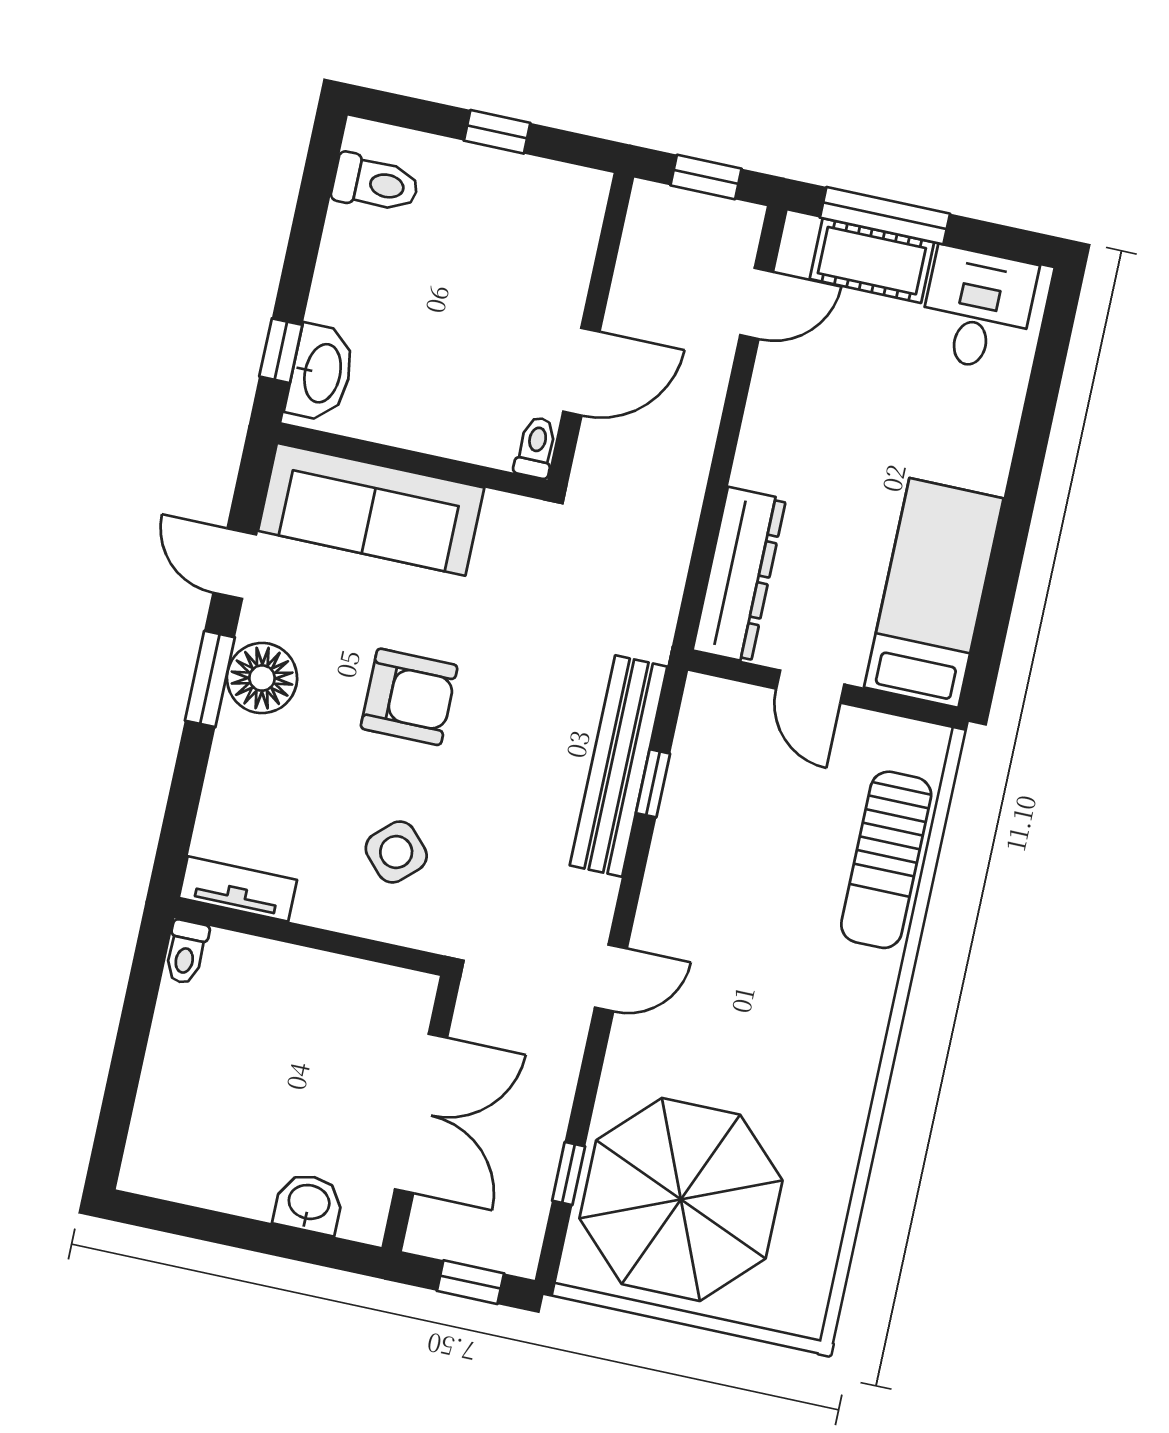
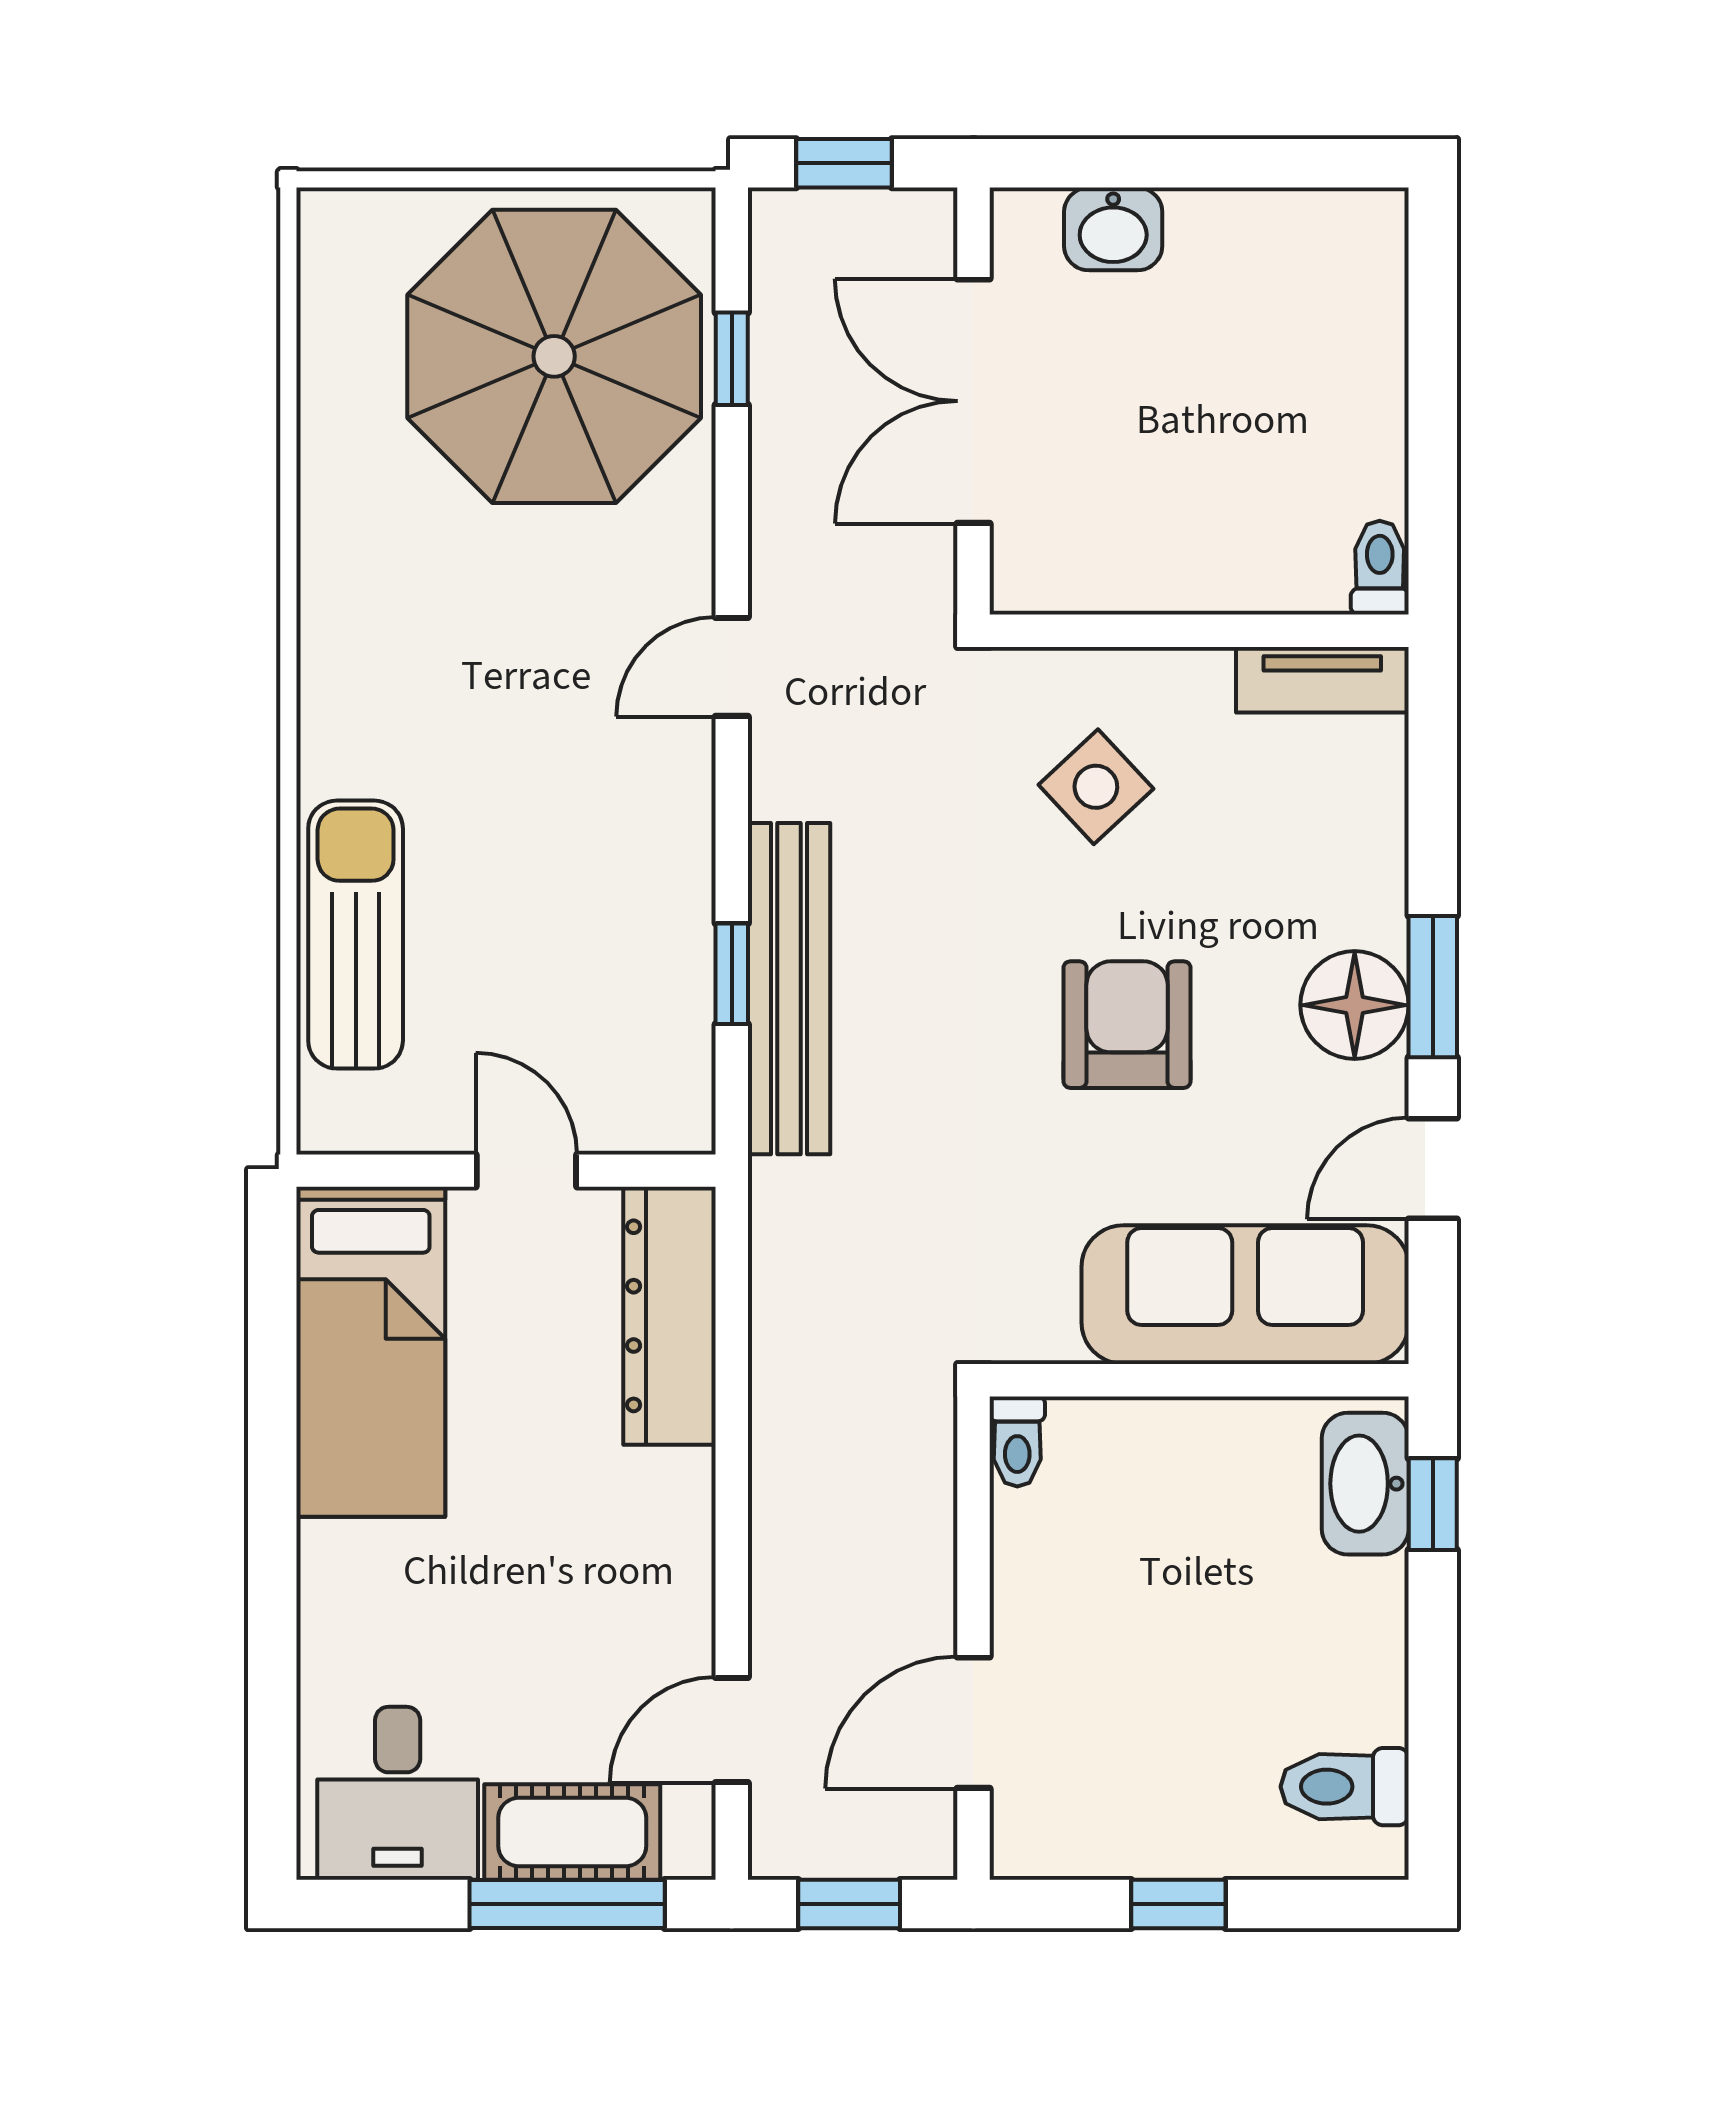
door: (581, 372) -> (973, 1723), moved
door: (235, 564) -> (1433, 1168), swing flipped
armchair: (409, 697) -> (1127, 1025), turned 90

